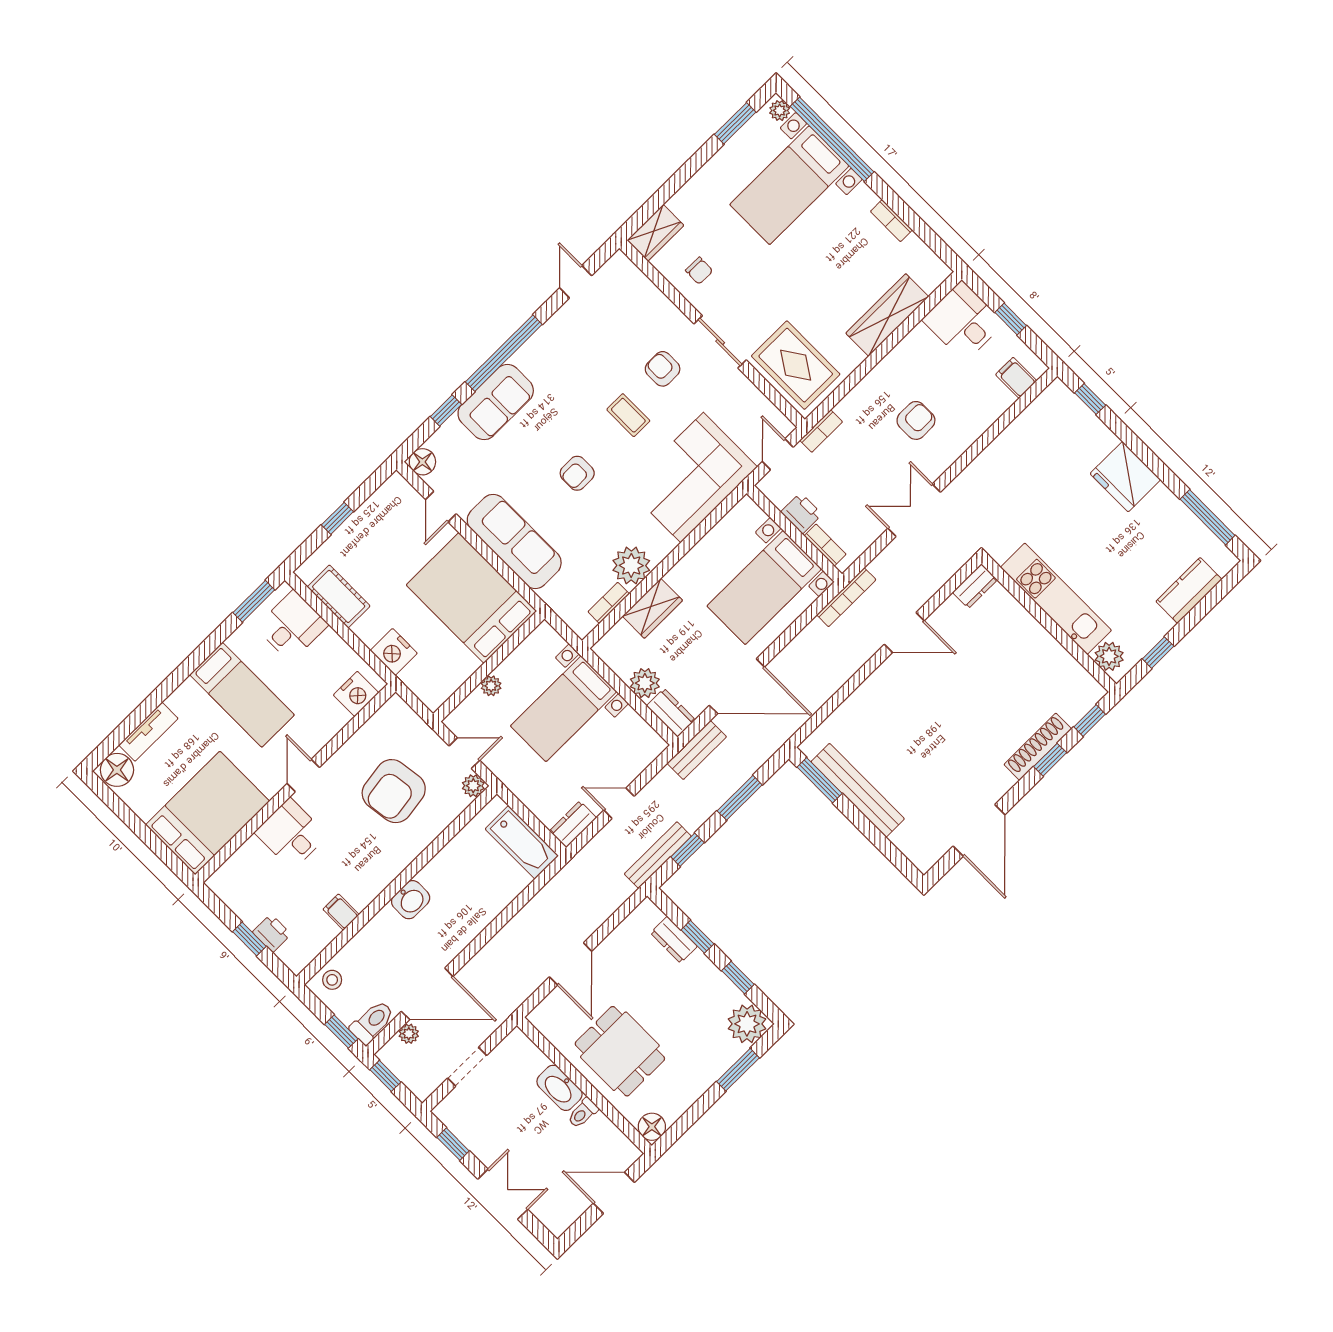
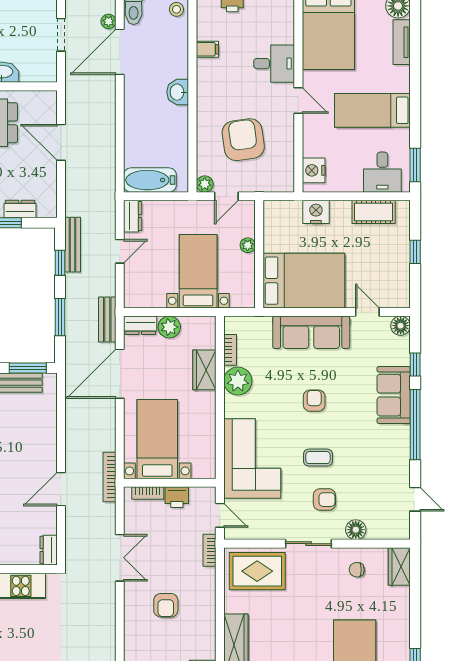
floor lamp: (662, 310) -> (356, 530), added

